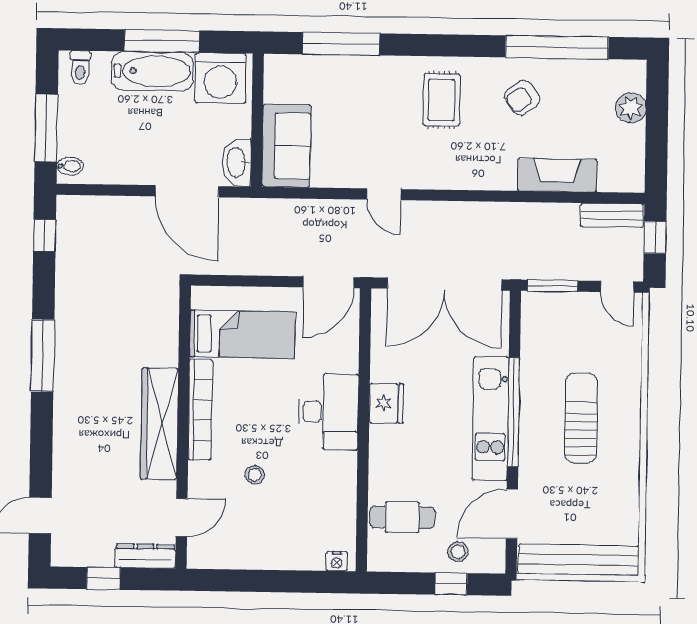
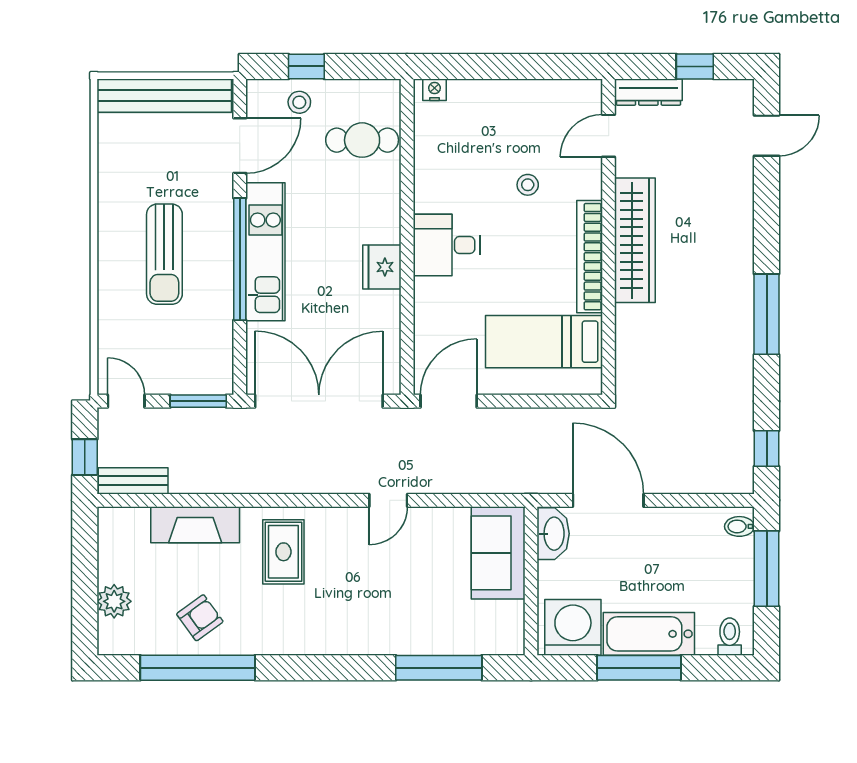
armchair: (522, 98) -> (200, 618), moved
rug: (441, 100) -> (283, 552), moved
door: (384, 194) -> (388, 500), swing flipped
desk: (328, 412) -> (447, 245), width x0.73

